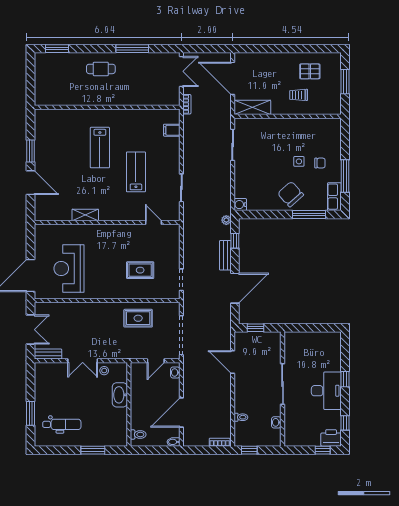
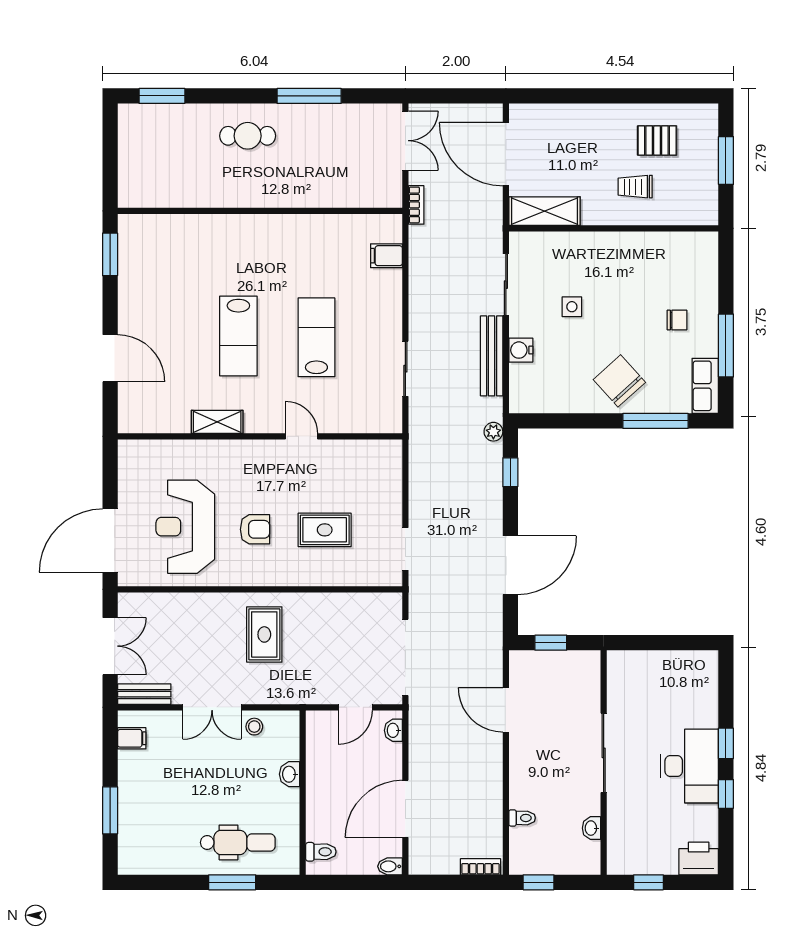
lab bench: (100, 148) -> (238, 336), moved
window: (31, 151) -> (110, 254), moved
side table: (299, 161) -> (572, 307), moved
water cooler: (240, 205) -> (521, 350), moved
door: (154, 222) -> (302, 436), moved
bench: (225, 255) -> (492, 356), moved, width x1.36
armchair: (105, 270) -> (255, 529), added
rug: (138, 318) -> (264, 634), moved, turned 90
filing cabinet: (42, 377) -> (132, 738), added
washbasin: (120, 395) -> (290, 774), width x0.52, depth x0.69
window: (345, 423) -> (726, 794), moved
dental chair: (62, 424) -> (238, 842), moved
window: (323, 450) -> (648, 882), moved

